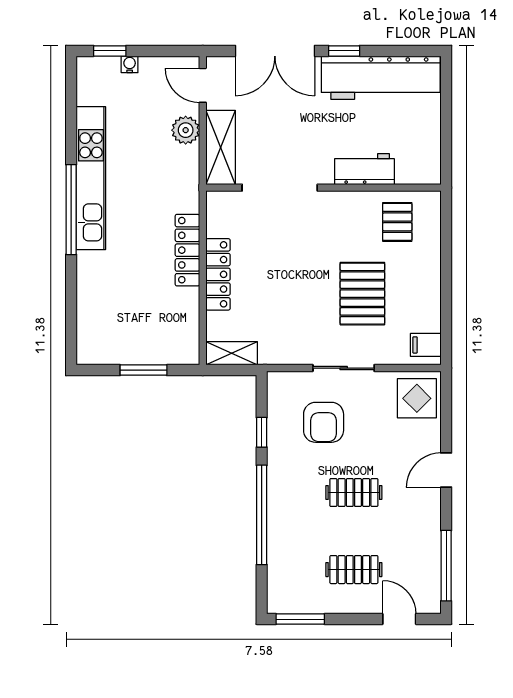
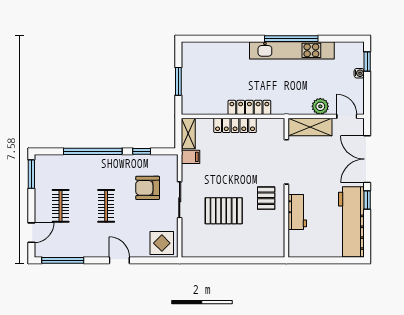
door: (203, 85) -> (347, 116), hinge flipped
window: (71, 210) -> (291, 39), moved
pallet: (397, 222) -> (266, 198), moved, turned 90
filing cabinet: (426, 345) -> (191, 157), moved, turned 90

